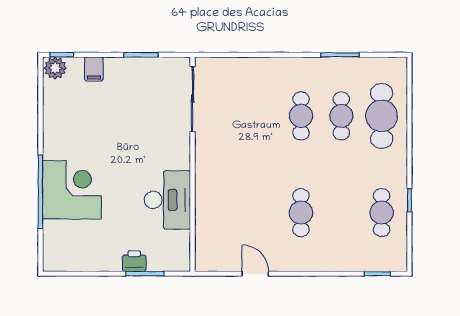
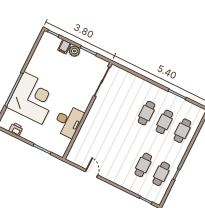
plant: (55, 68) -> (74, 51), moved
cafe table: (382, 116) -> (182, 131), width x0.73, depth x0.74
corner desk: (72, 190) -> (33, 98), width x1.36, depth x1.36
cafe table: (301, 213) -> (143, 165), moved
printer: (134, 261) -> (16, 129), moved

